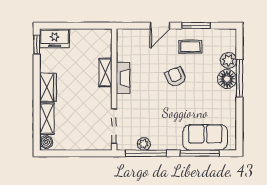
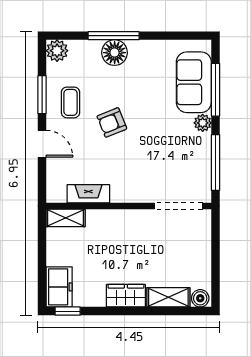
plant: (228, 60) -> (57, 51), moved
shelving: (105, 73) -> (66, 218), moved
fireplace: (123, 78) -> (88, 194), moved
plant: (144, 144) -> (203, 123), moved

